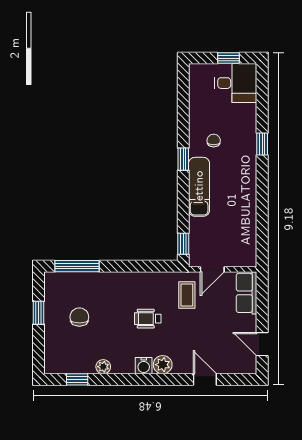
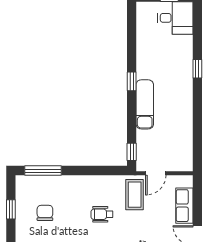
chair: (214, 141) -> (157, 66), removed
row of seats: (247, 293) -> (184, 206), moved
coffee table: (187, 295) -> (135, 195), width x1.36, depth x1.30

